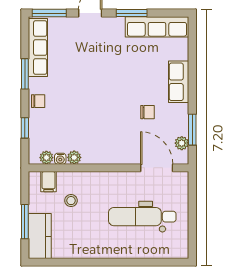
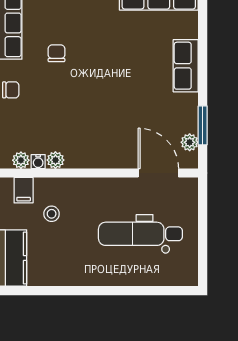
chair: (147, 112) -> (56, 53), moved, turned -90

